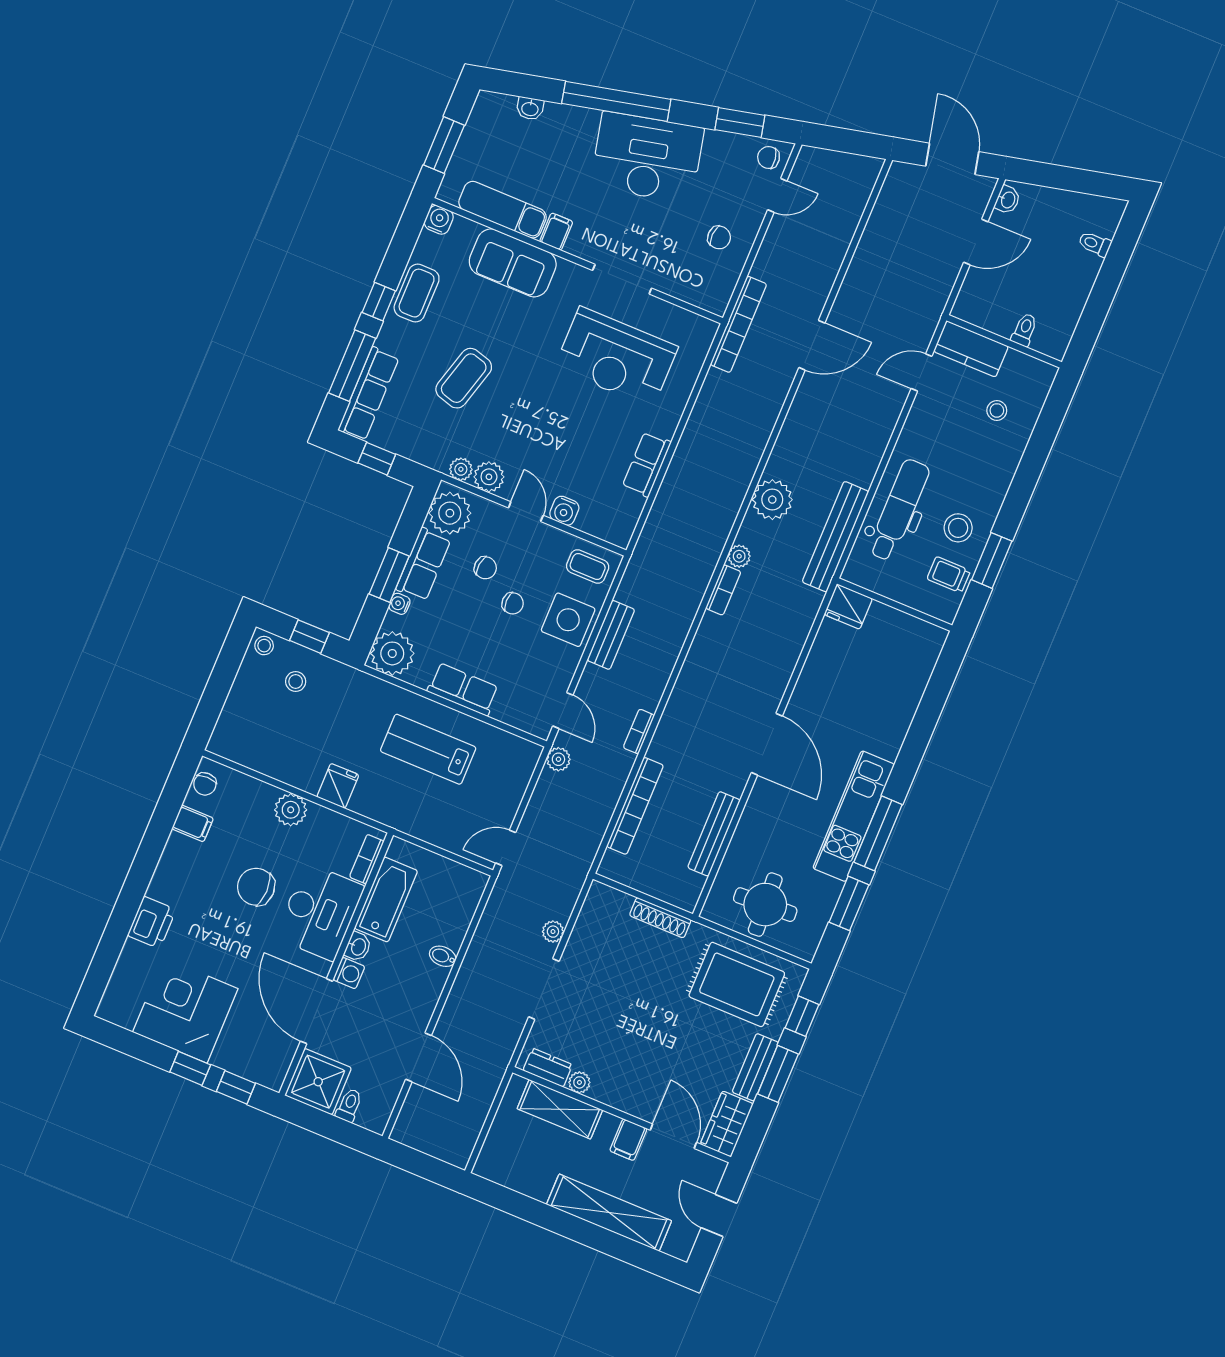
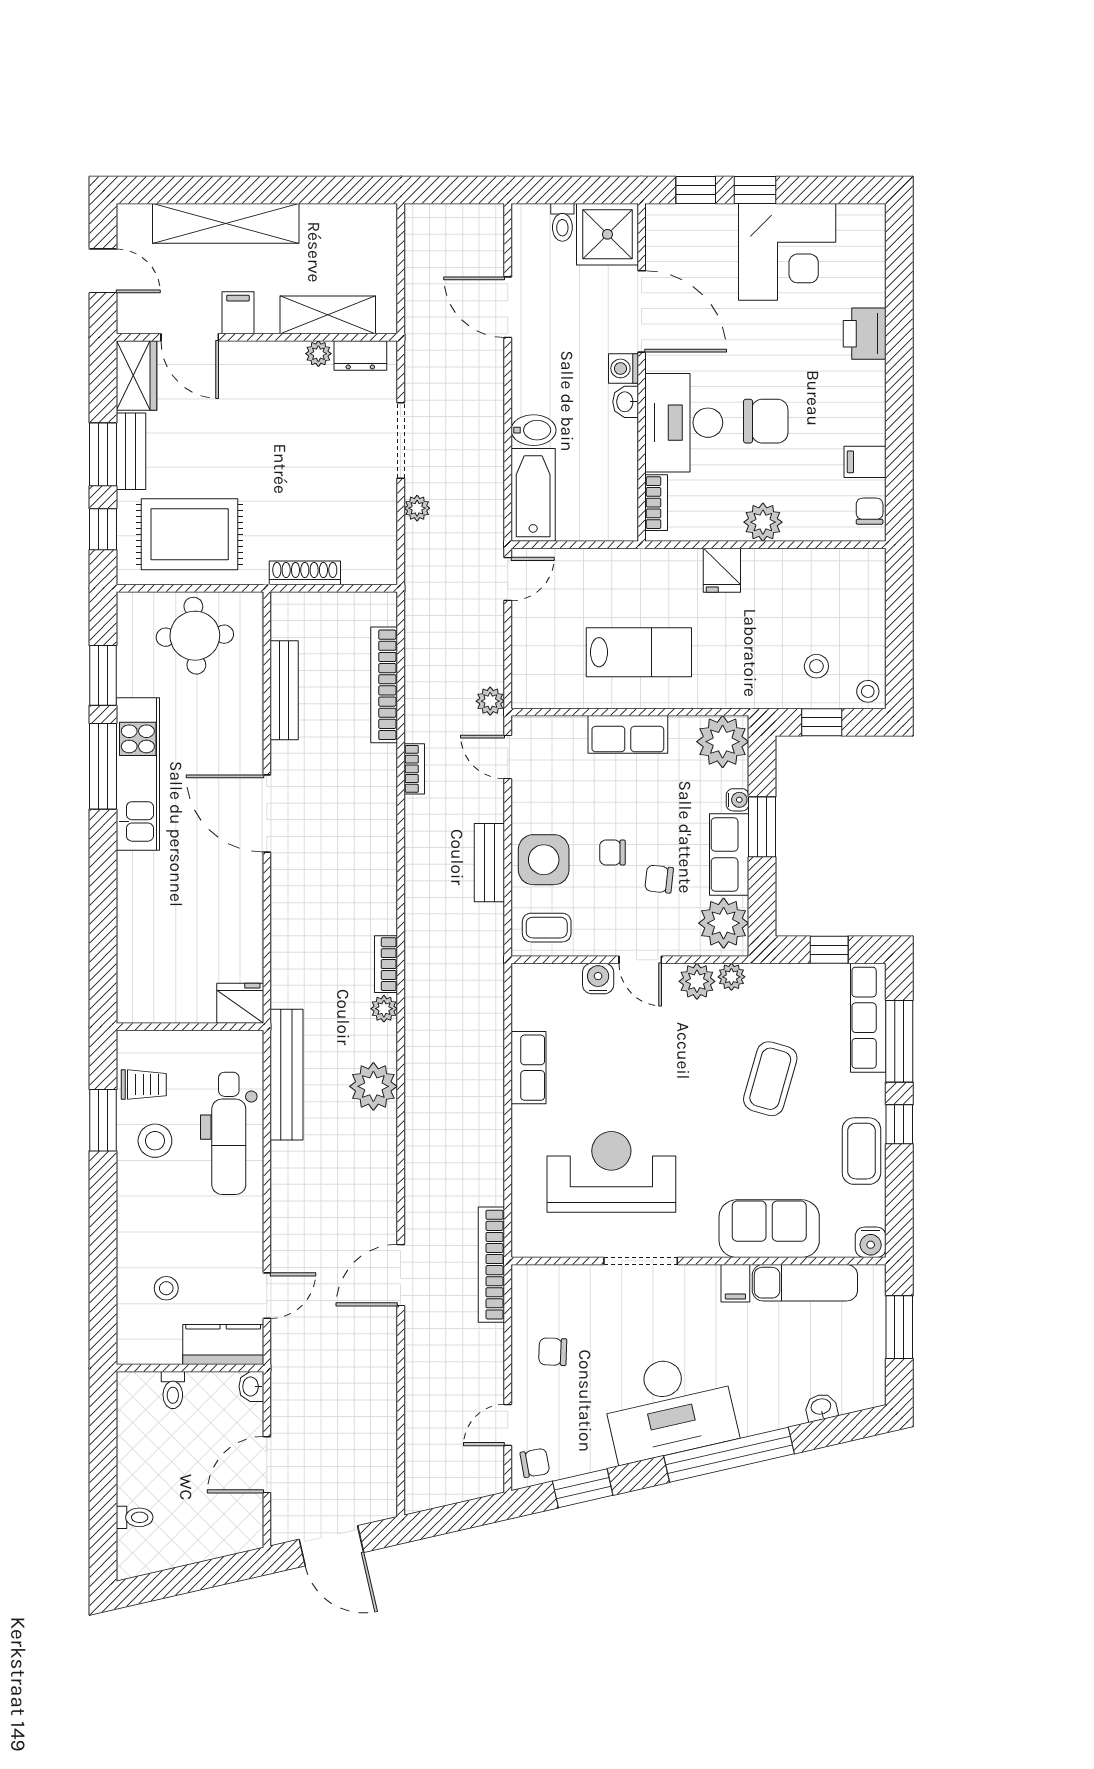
washbasin: (1008, 200) -> (251, 1387), moved
bathtub: (386, 899) -> (533, 495), moved, turned 180
bidet: (443, 956) -> (534, 430), width x1.38, depth x1.36

